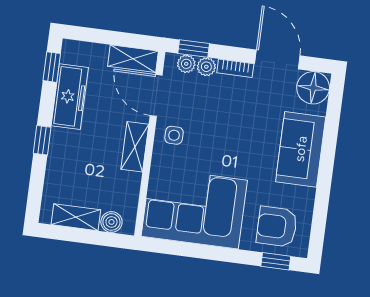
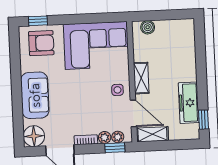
window: (42, 140) -> (201, 72), removed
shelving: (76, 217) -> (171, 26), removed

